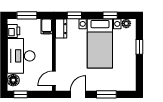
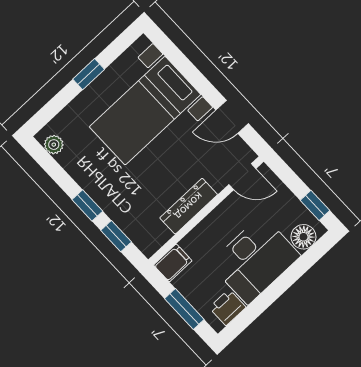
window: (110, 15) -> (87, 205), moved
dresser: (61, 29) -> (189, 206), moved, width x1.44
bed with nightstands: (100, 44) -> (145, 111), moved, turned 180
window: (139, 47) -> (89, 74), moved
window: (106, 94) -> (191, 73), removed

